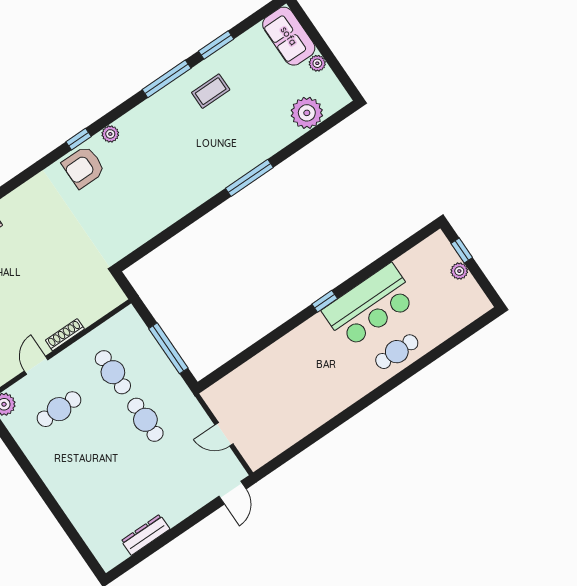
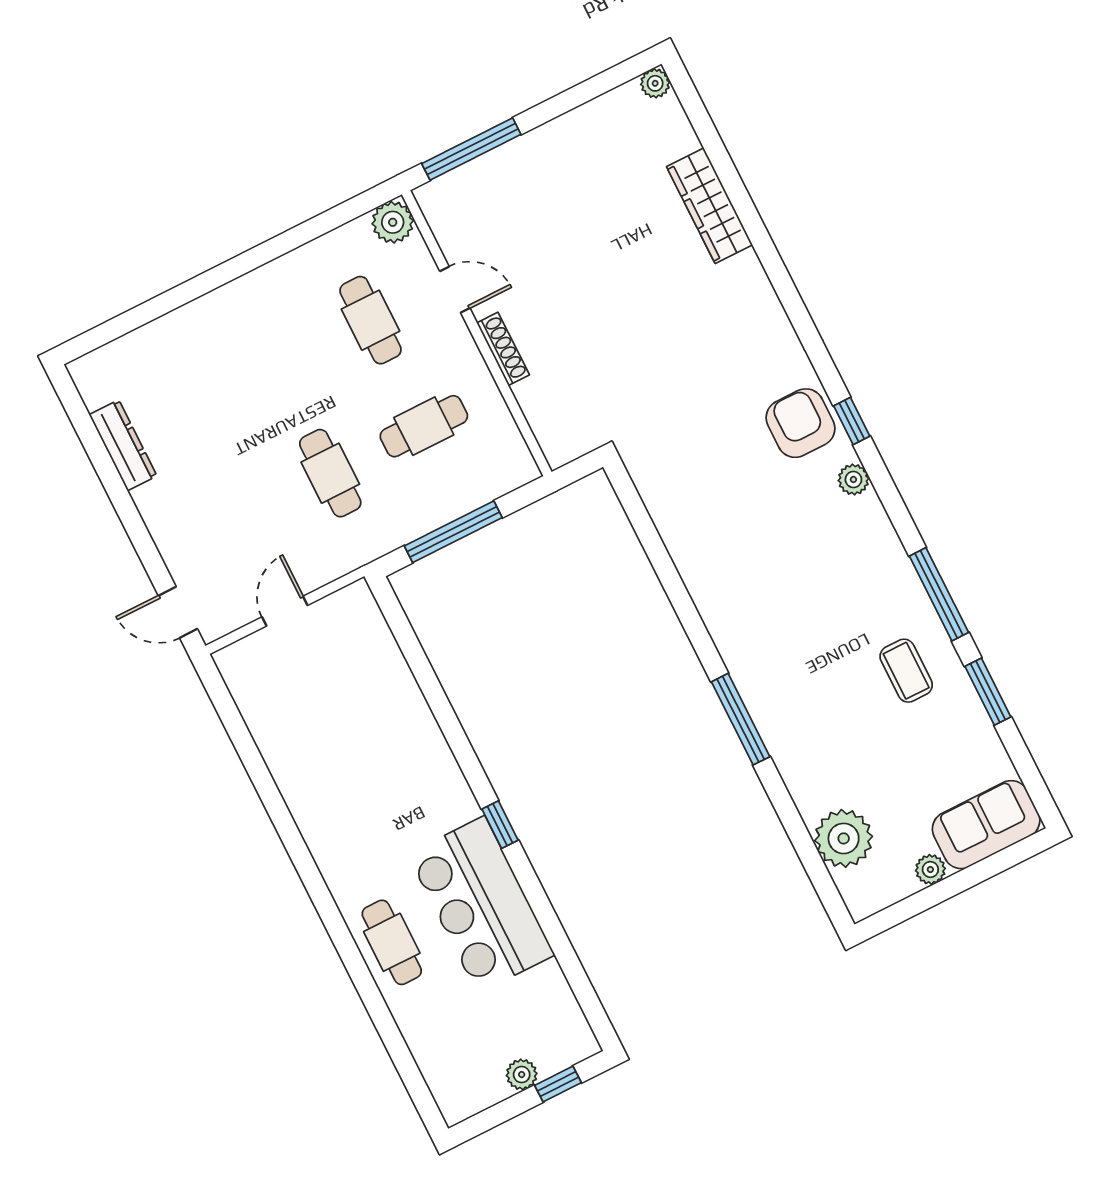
cafe table: (145, 420) -> (330, 473), turned 90

